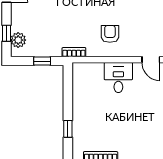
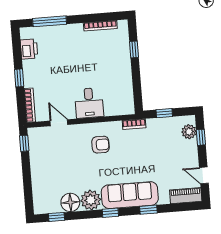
armchair: (110, 34) -> (101, 145), turned -90

